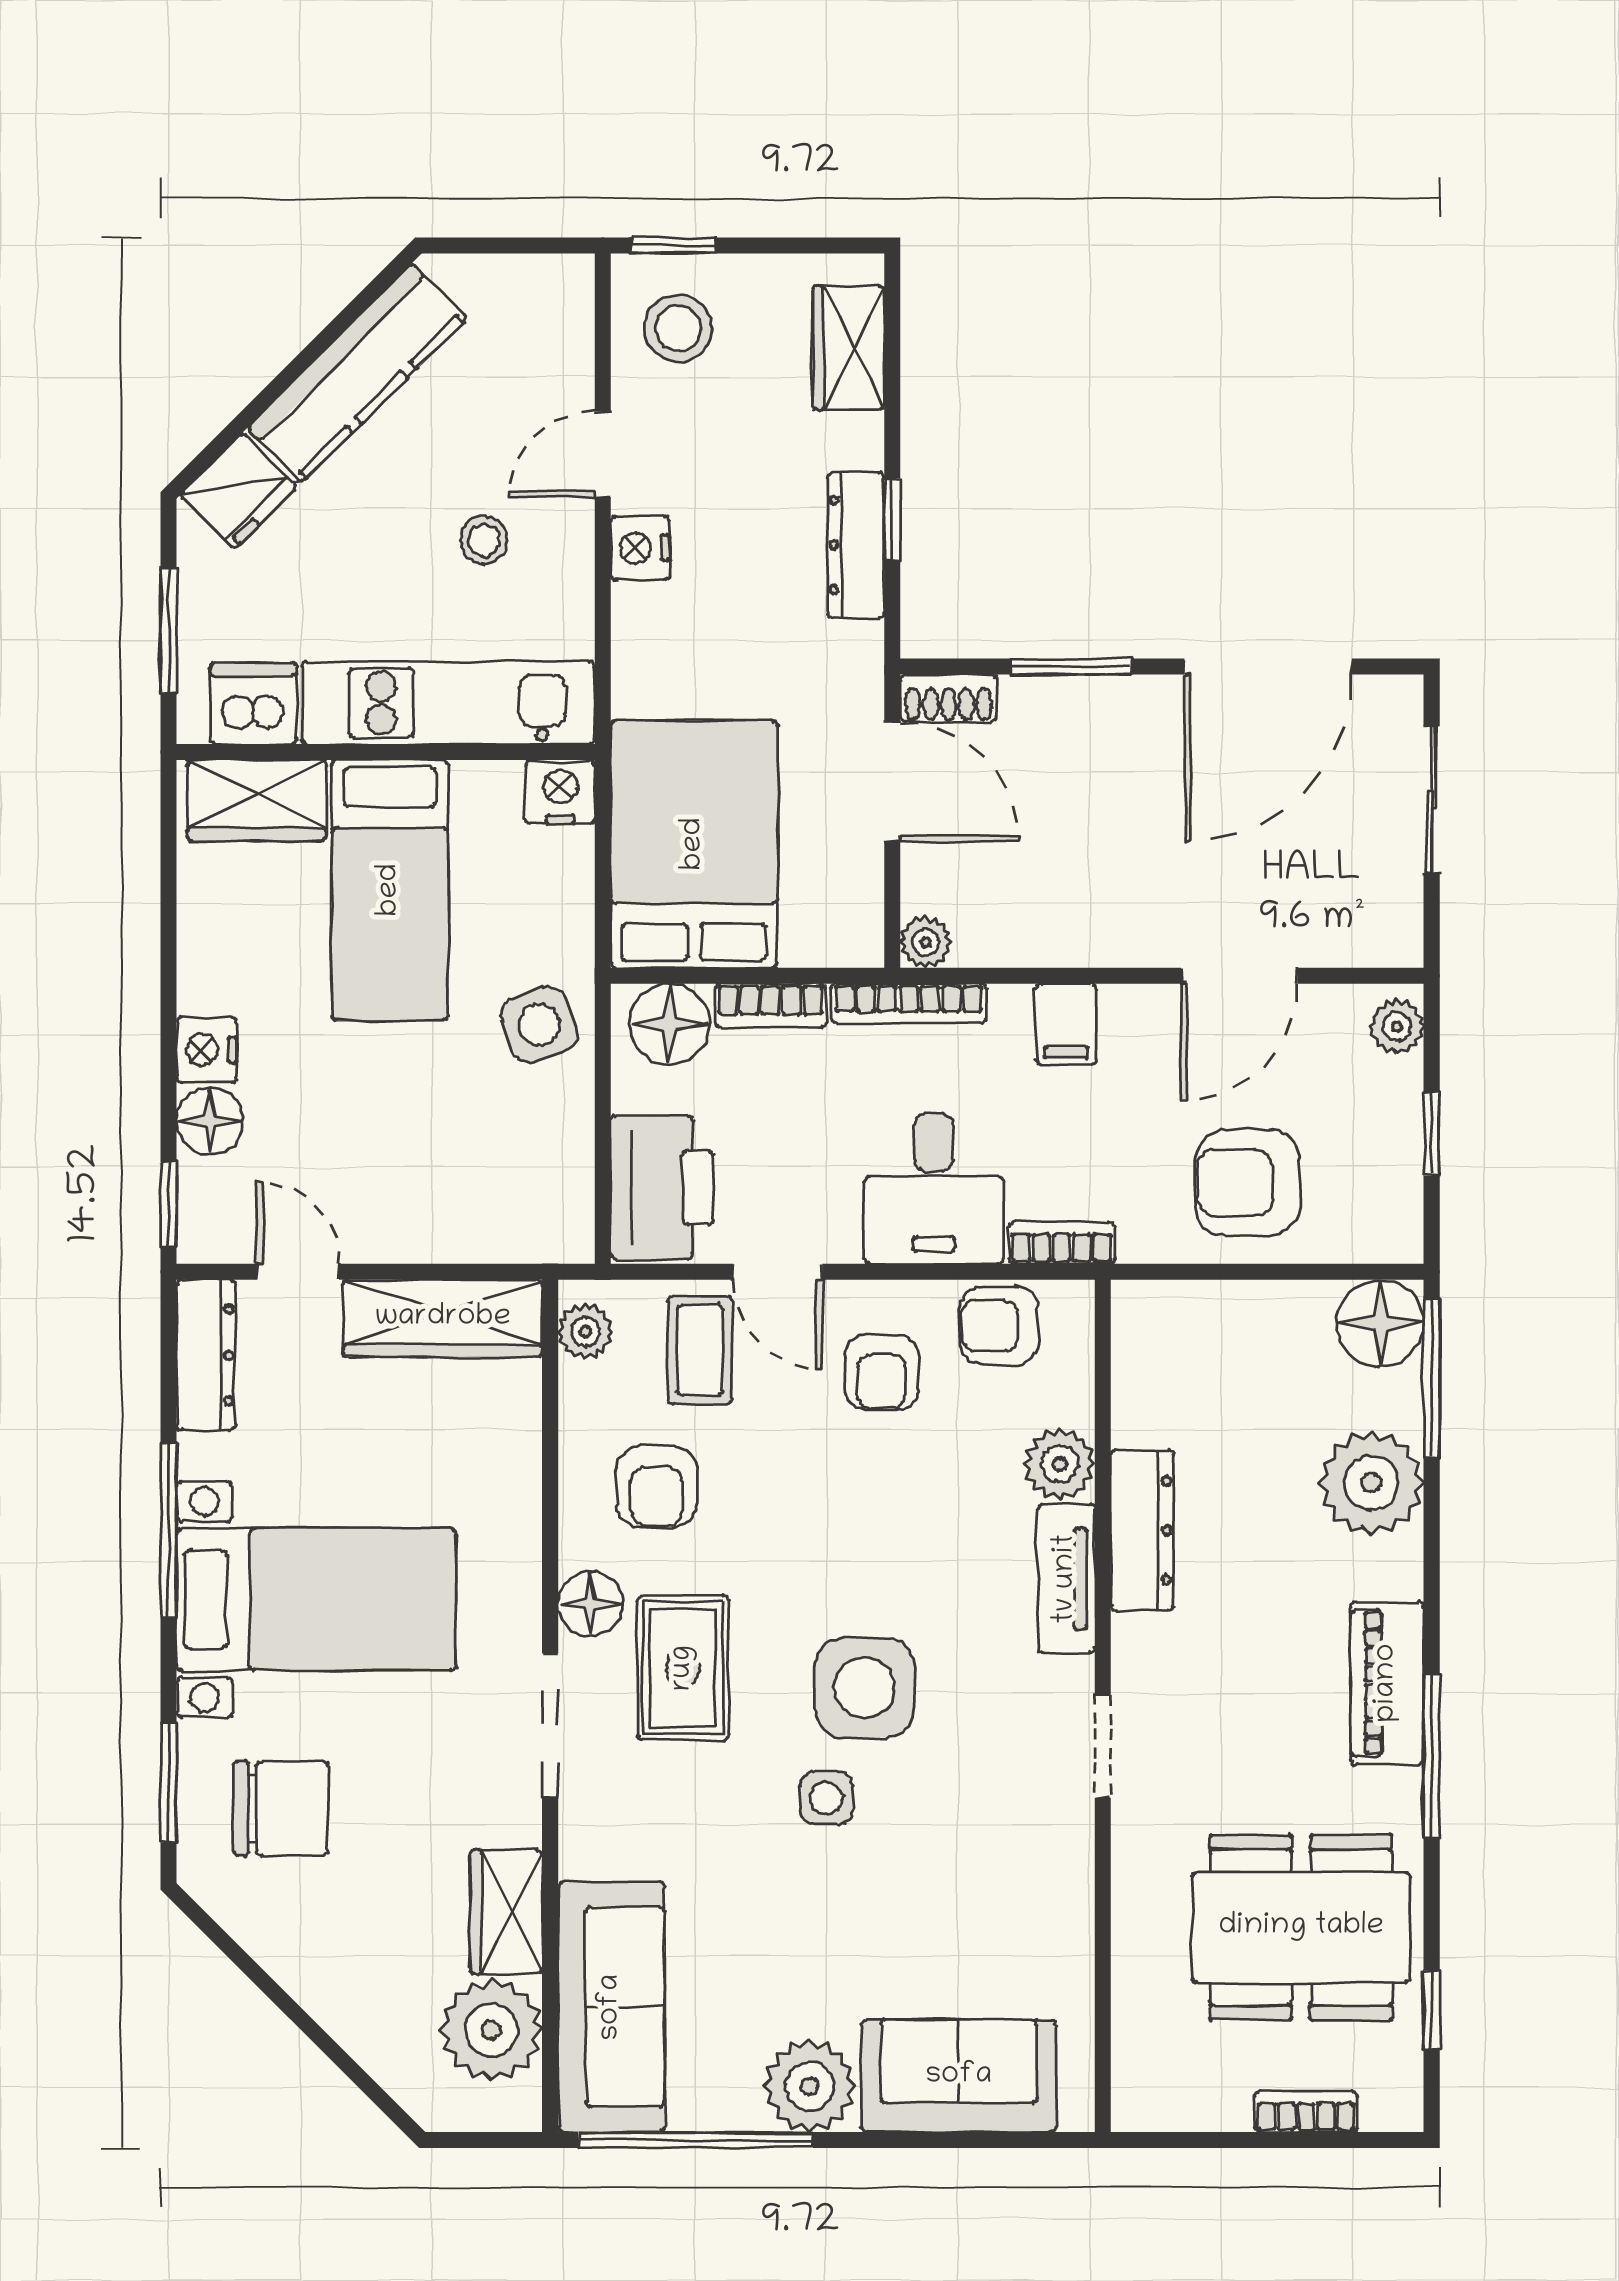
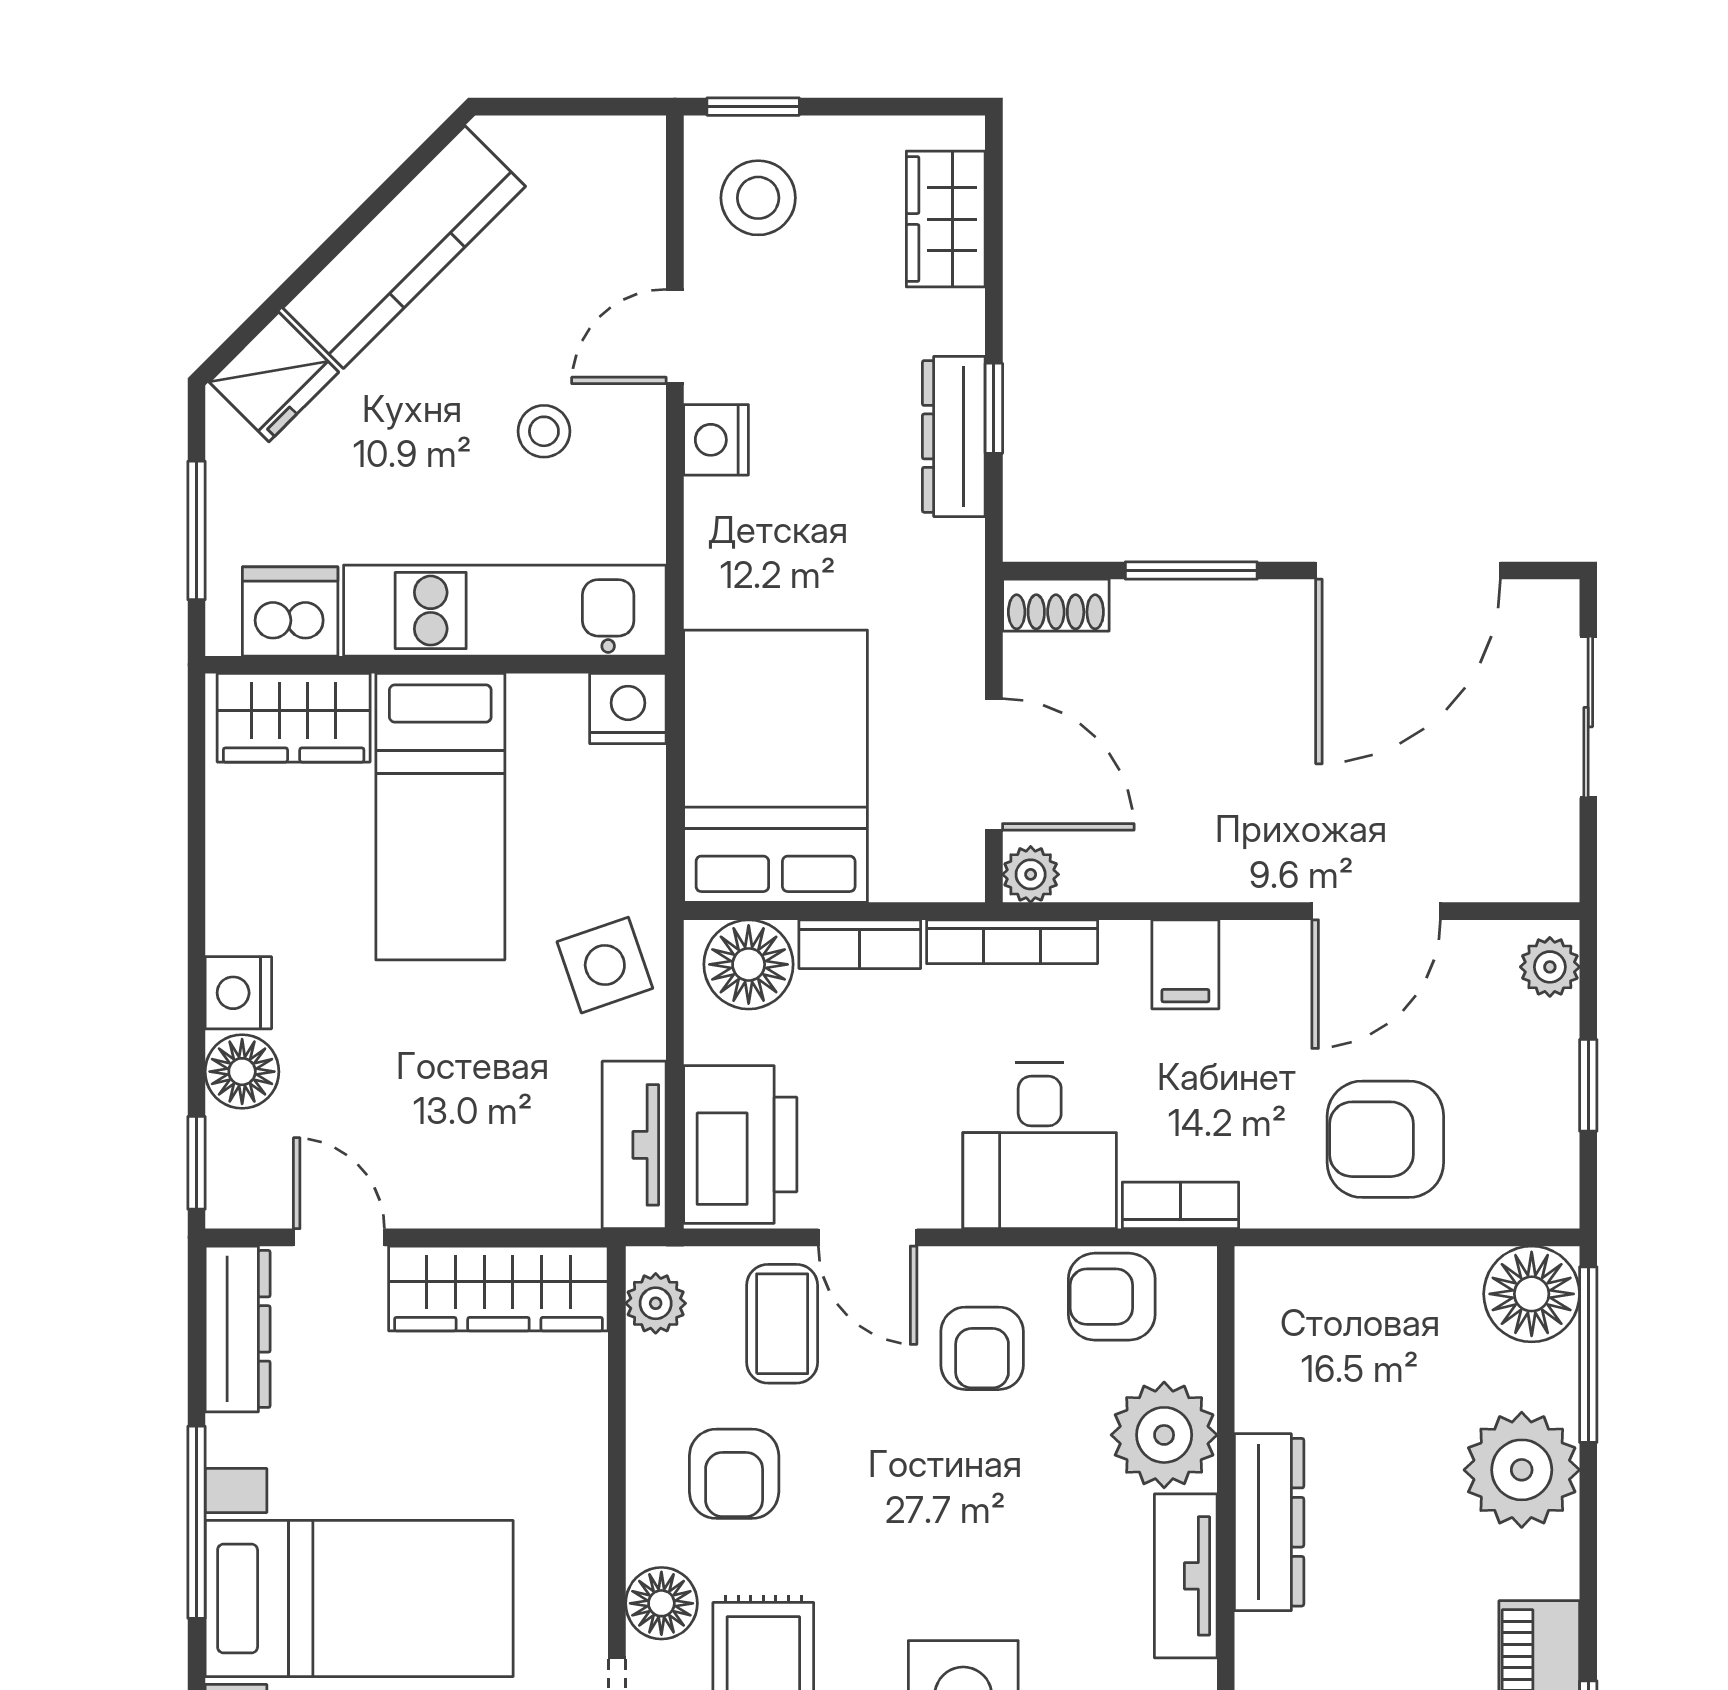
door: (892, 782) -> (994, 764), moved
tv unit: (566, 1188) -> (634, 1145), added
plant: (1060, 1464) -> (1164, 1435), width x1.36, depth x1.36

